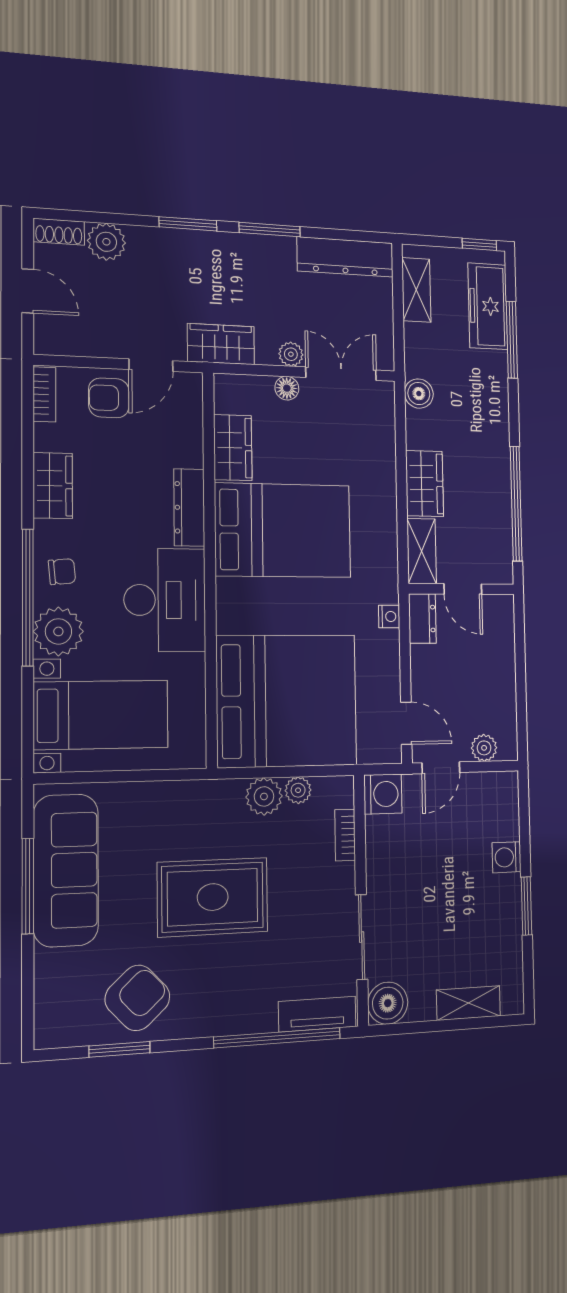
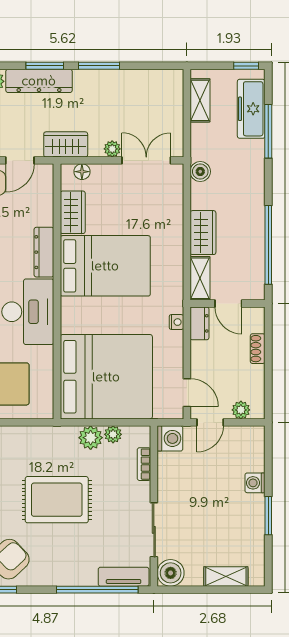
dresser: (345, 257) -> (39, 81), moved
floor lamp: (287, 388) -> (82, 172), moved
shoe rack: (505, 656) -> (258, 349), added

